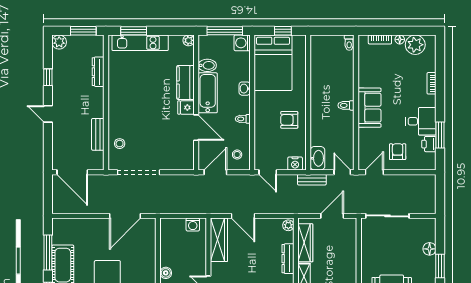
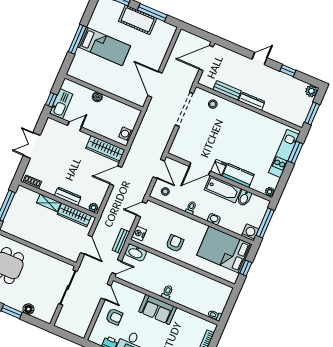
dresser: (98, 72) -> (252, 101), moved

